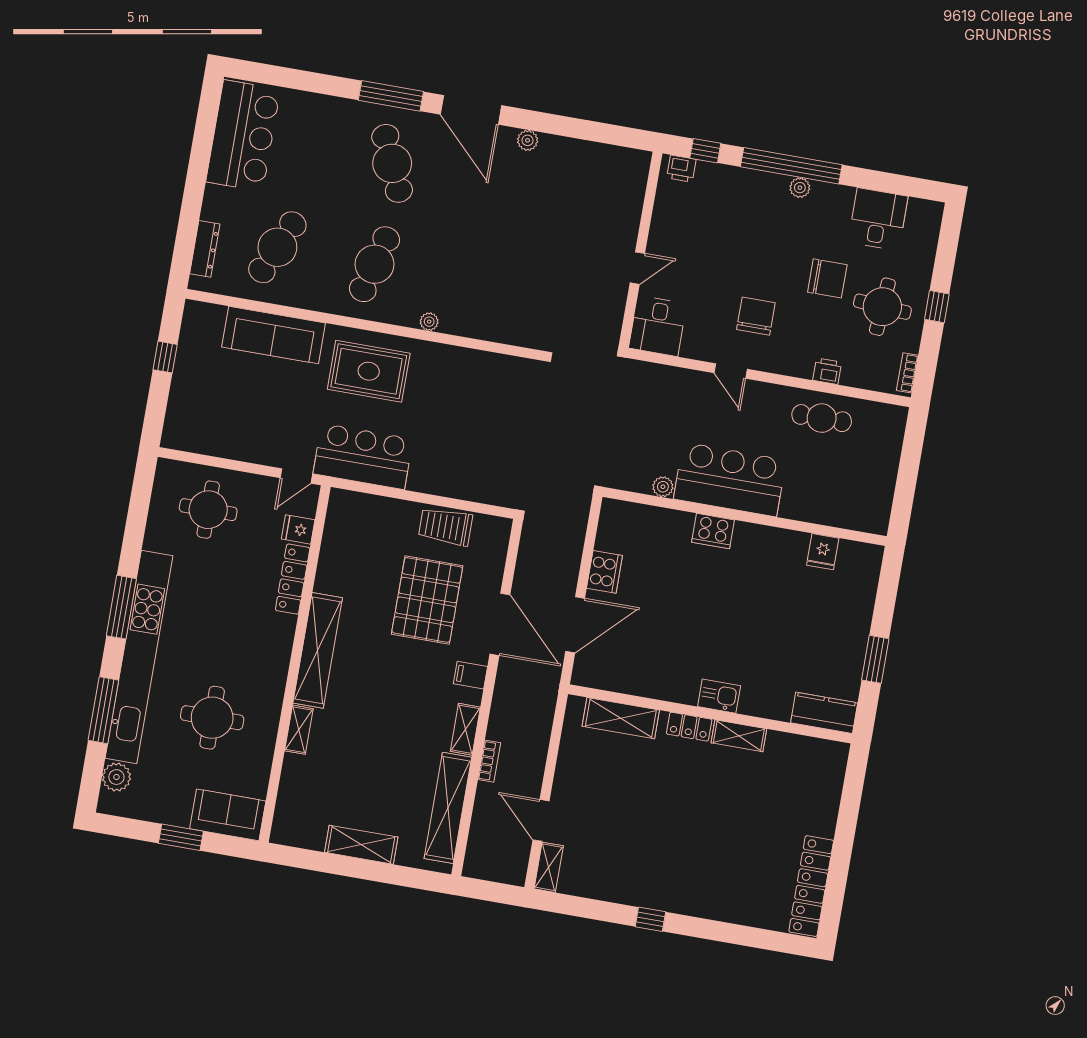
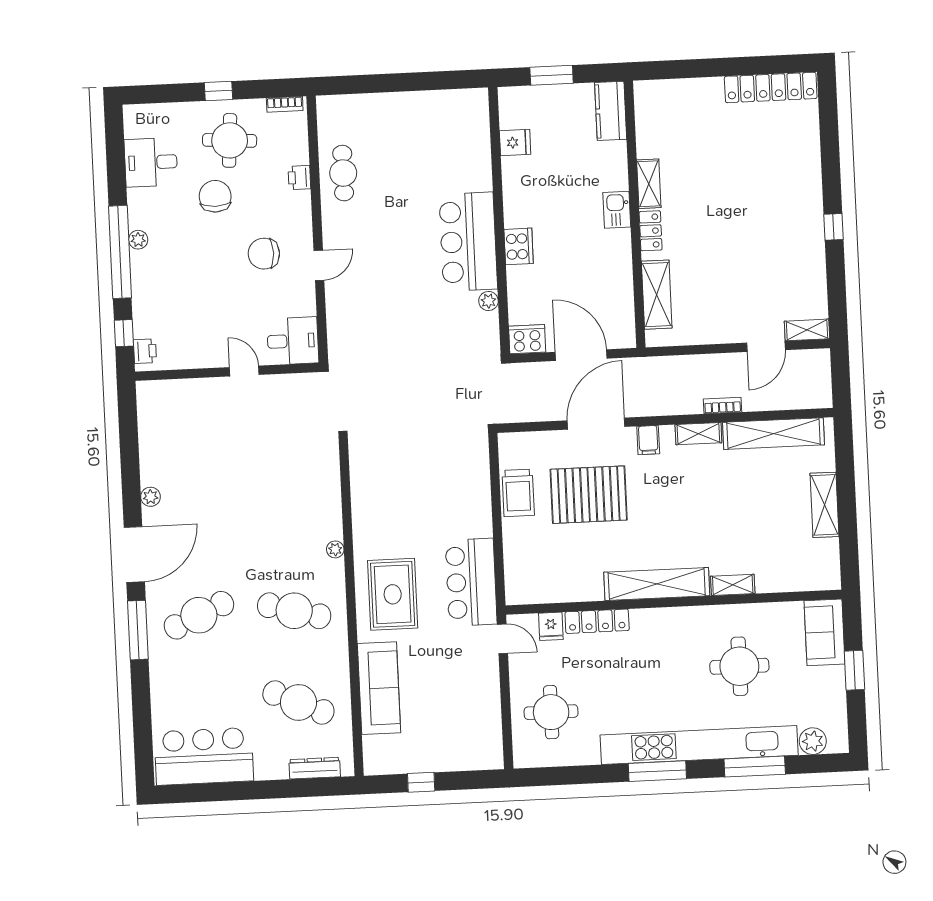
bar counter: (730, 479) -> (468, 242), moved
plant: (663, 487) -> (488, 301), moved
wall: (745, 517) -> (499, 221), moved
cooker: (713, 531) -> (519, 246), moved
fridge: (823, 552) -> (515, 143), moved

